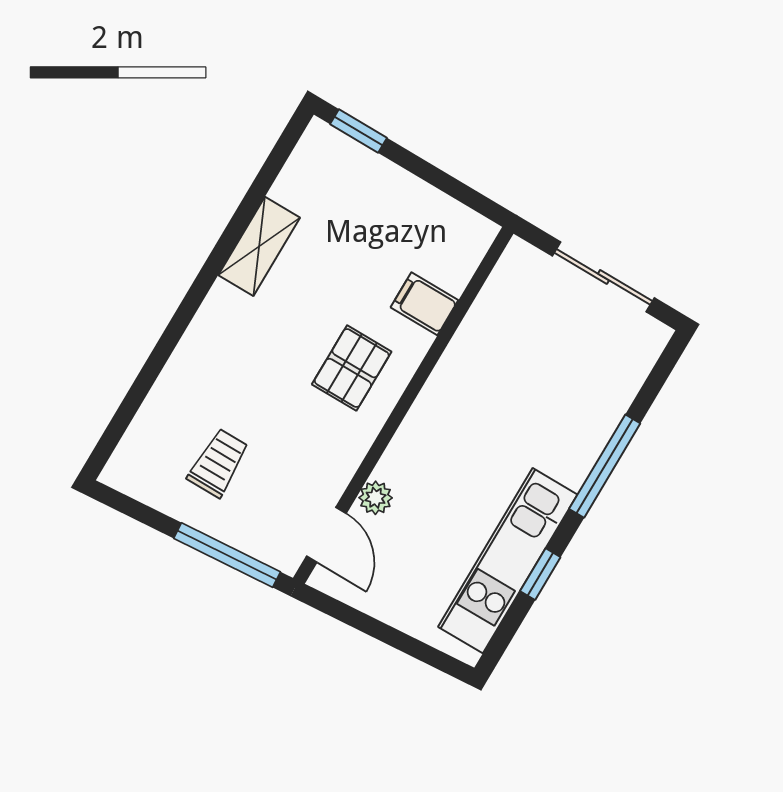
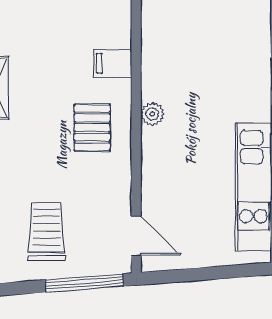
trolley: (218, 463) -> (46, 231), width x1.36, depth x1.39
plant: (376, 498) -> (152, 114), moved

